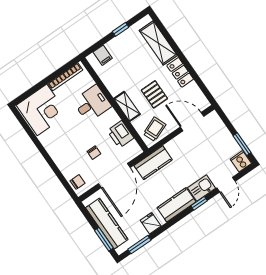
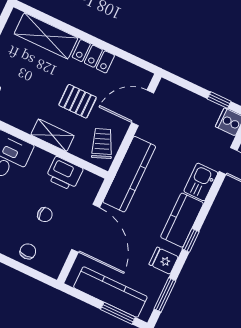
window: (242, 144) -> (219, 100), width x0.67
kitchen counter: (153, 163) -> (129, 174), width x1.50
chair: (77, 182) -> (28, 251), moved
window: (199, 203) -> (191, 240), moved

